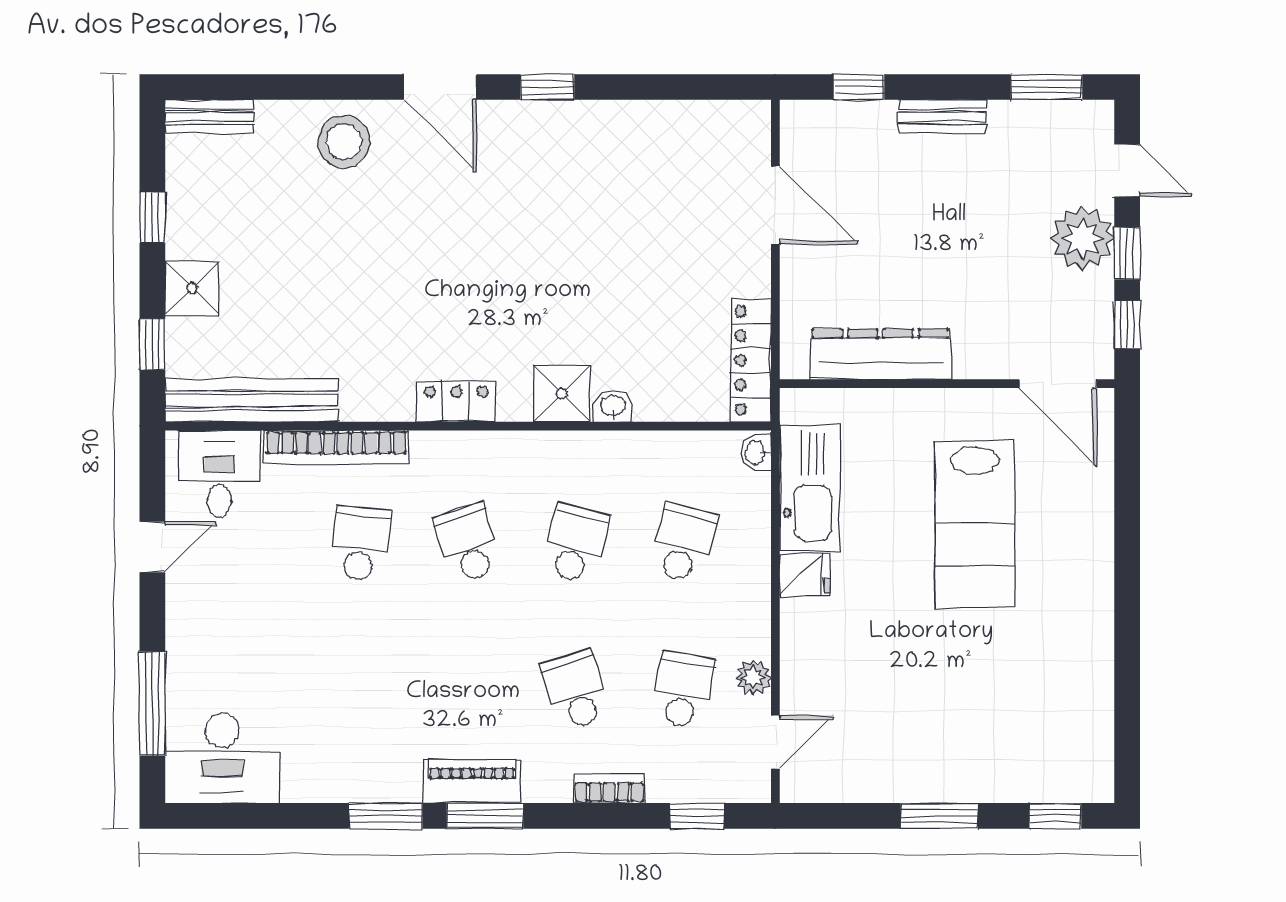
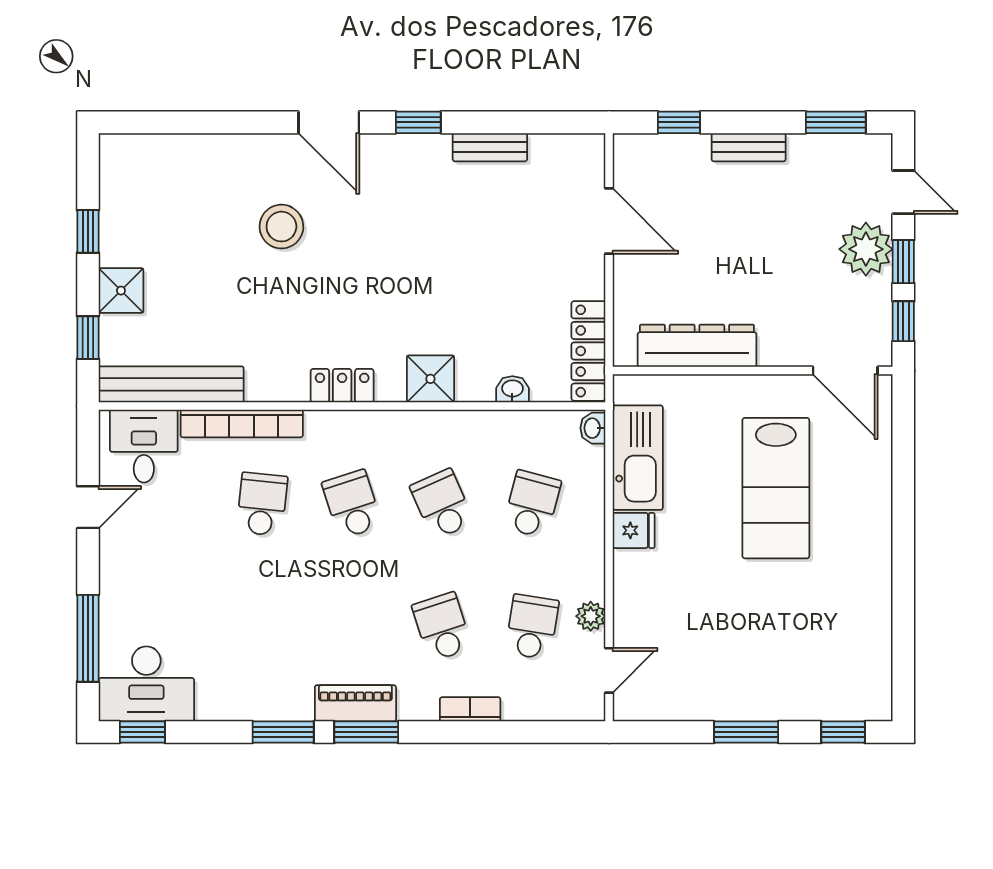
bench: (210, 117) -> (490, 147), moved
stool: (344, 142) -> (281, 227), moved
washbasin: (613, 406) -> (512, 389), moved
school desk: (576, 543) -> (442, 504), turned -39
window: (697, 816) -> (142, 732), moved

